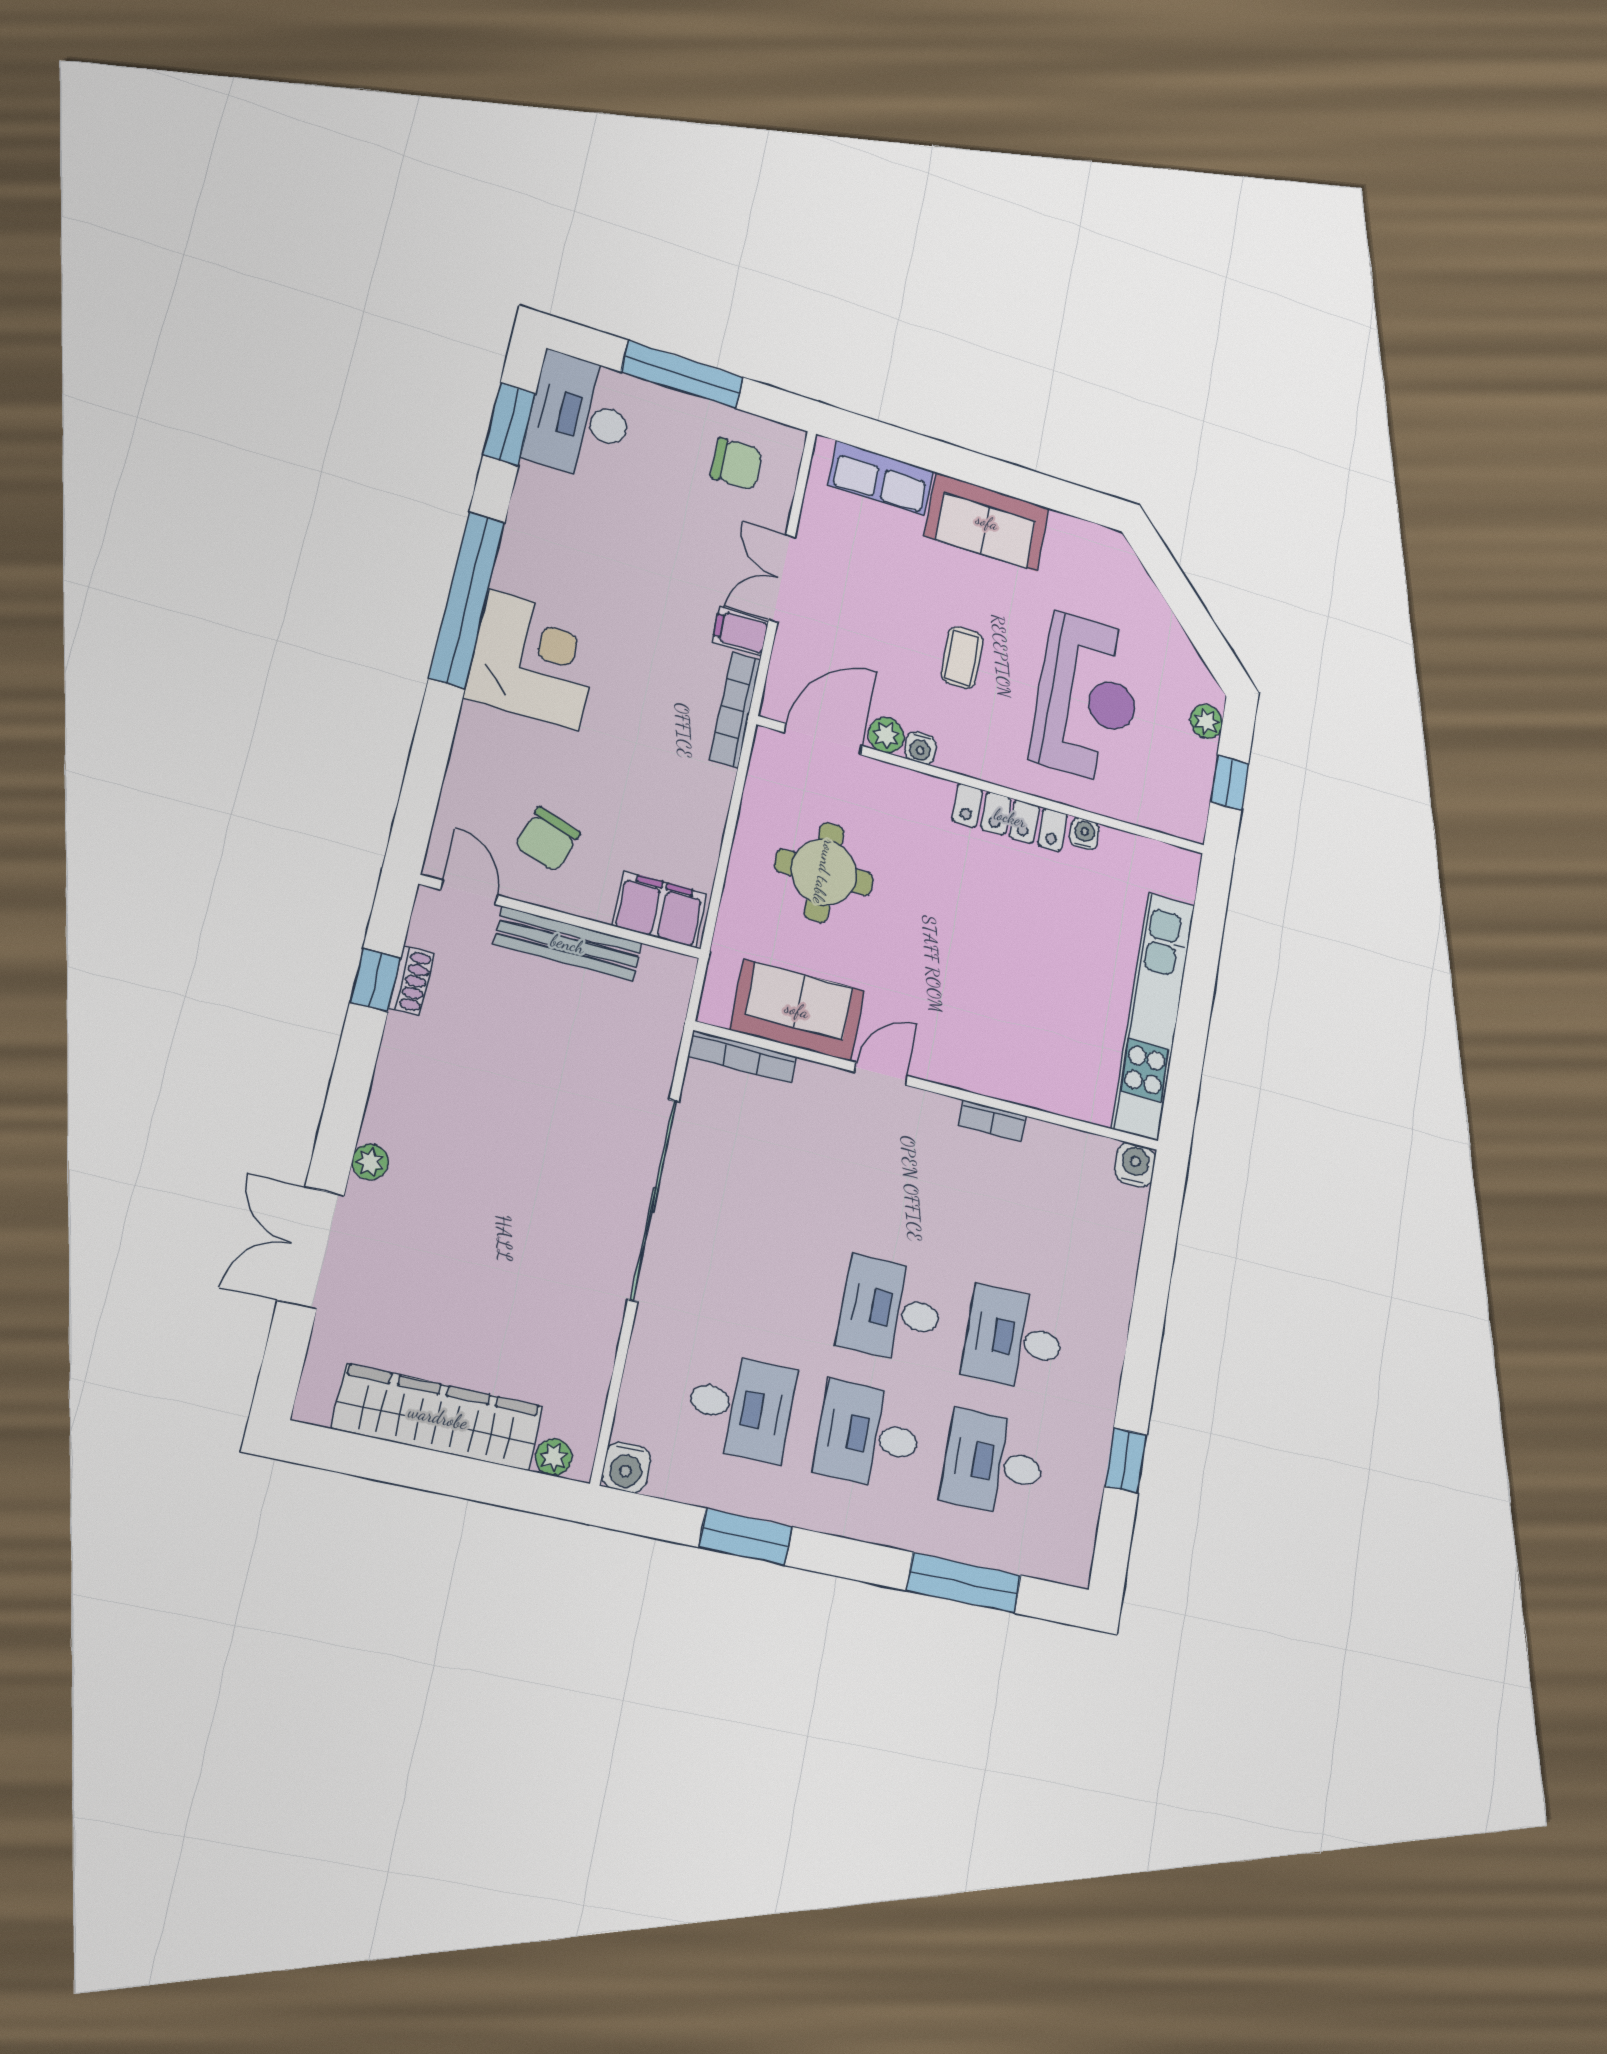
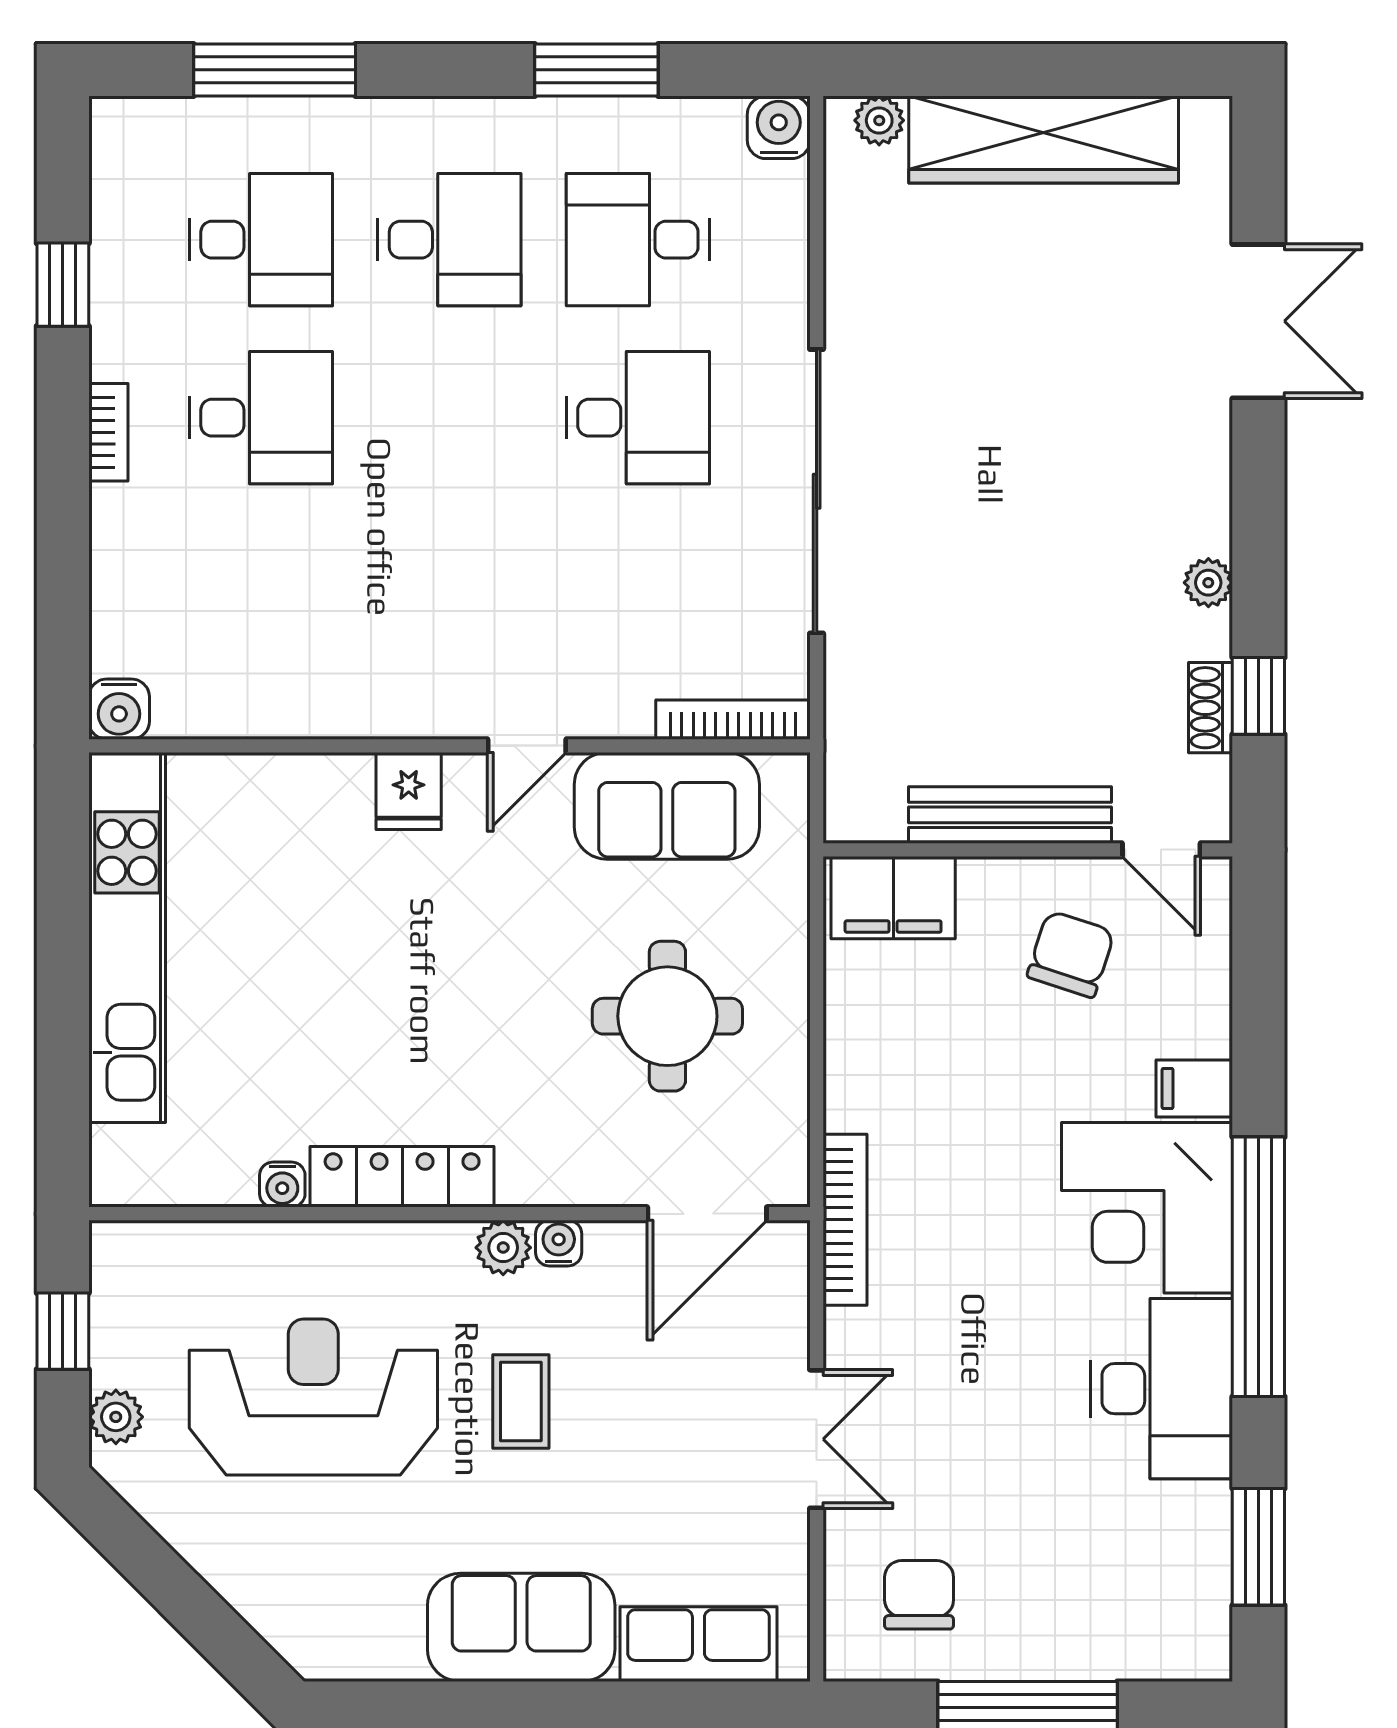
desk: (580, 417) -> (1162, 1389), moved
chair: (737, 464) -> (919, 1595), turned 90
filing cabinet: (740, 632) -> (1194, 1088), moved, turned 180
reception desk: (1088, 698) -> (313, 1397), turned 90
plant: (886, 735) -> (503, 1248), moved
fridge: (962, 1064) -> (409, 791), added
bookcase: (992, 1121) -> (108, 432), moved, turned 90
plant: (370, 1162) -> (1208, 583), moved
desk: (891, 1310) -> (638, 418), moved

